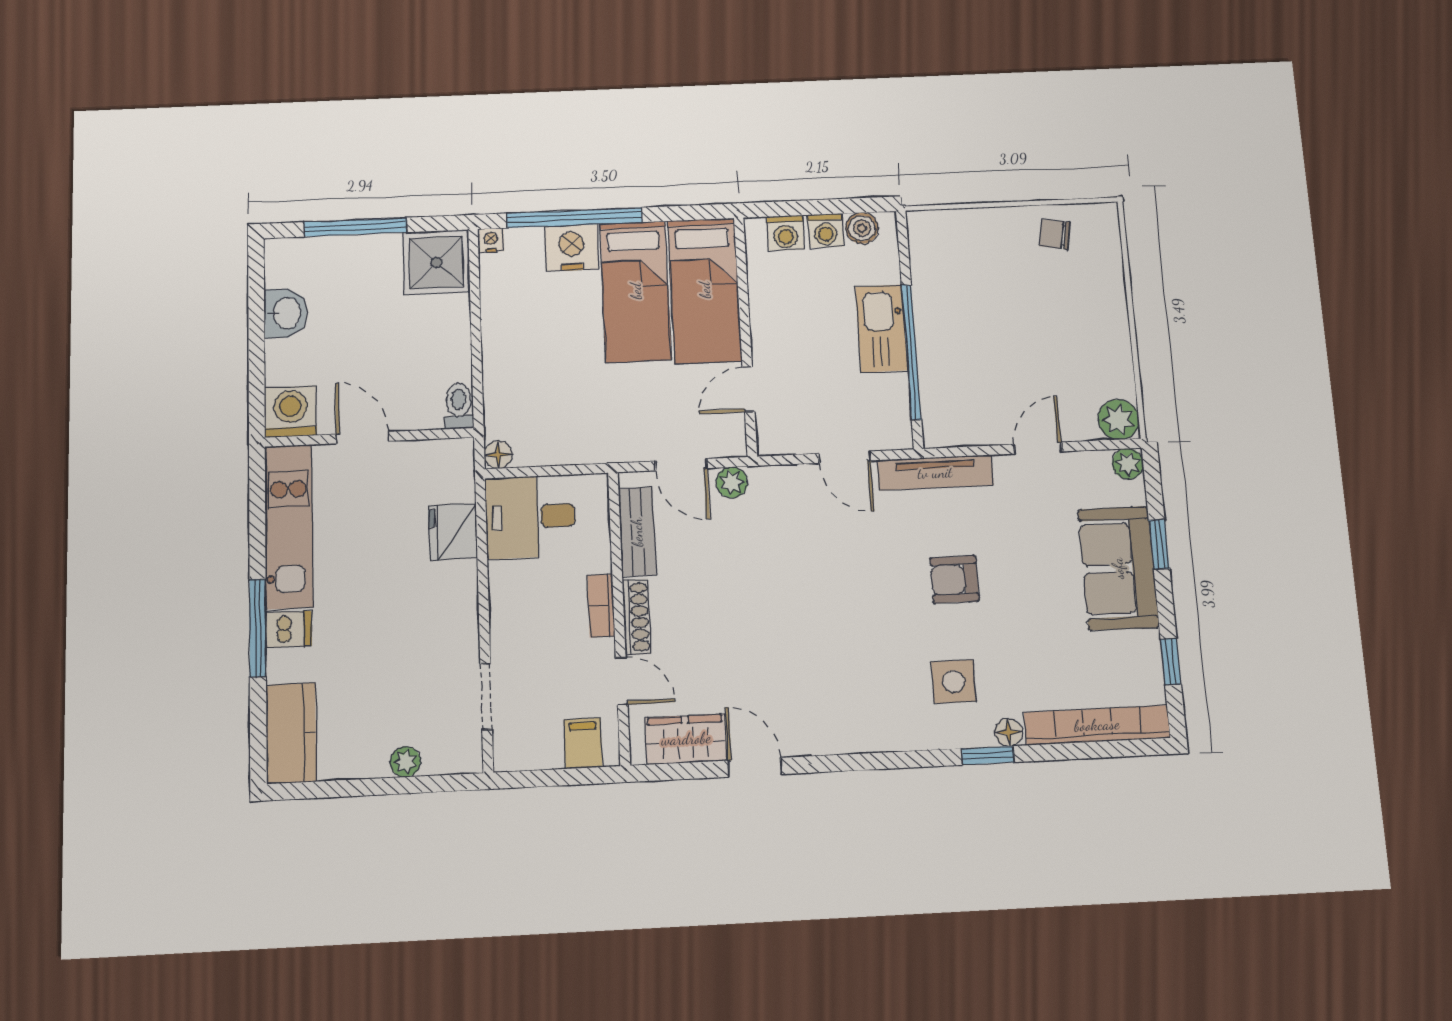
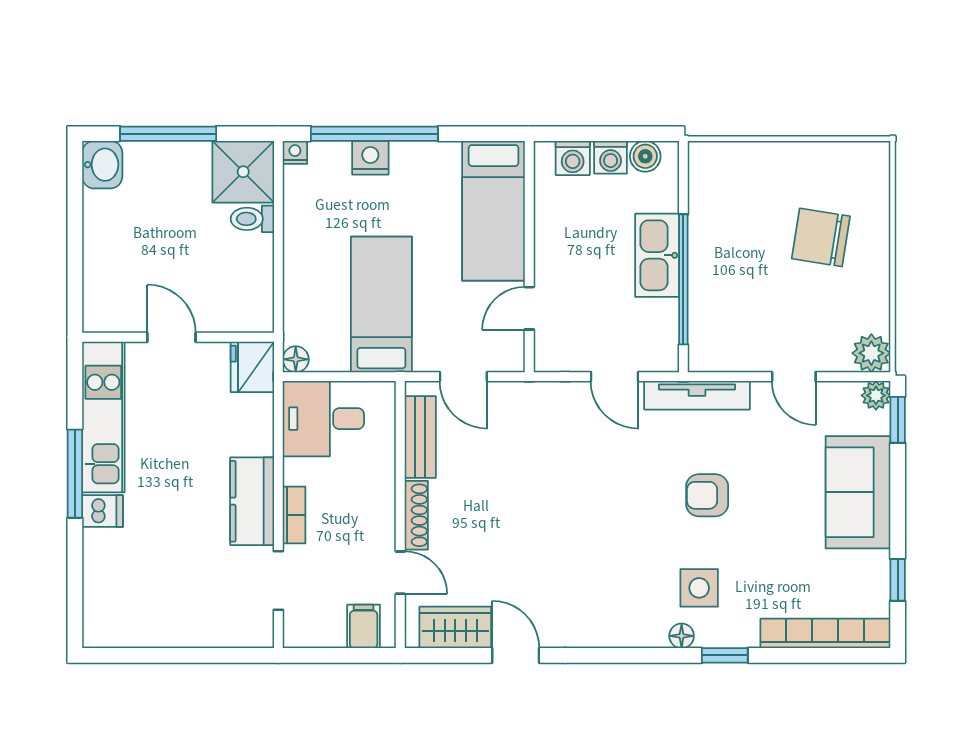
chair: (1055, 234) -> (821, 237), moved, width x1.87, depth x1.87
nightstand: (571, 248) -> (370, 158), width x0.74, depth x0.75
bed: (636, 291) -> (381, 304), moved, turned 180
washbasin: (286, 313) -> (102, 165), moved
toilet: (459, 406) -> (252, 219), moved, turned -90
washing machine: (290, 411) -> (106, 309), removed
door: (1038, 448) -> (794, 377), swing flipped
plant: (732, 482) -> (509, 395), removed
fridge: (453, 532) -> (252, 367), moved
window: (1159, 544) -> (898, 420), moved
bookcase: (601, 606) -> (294, 515), moved, turned 180
window: (258, 628) -> (75, 474), moved
floor lamp: (1009, 732) -> (682, 636), moved
kitchen counter: (291, 733) -> (252, 501), moved, turned 180
plant: (405, 762) -> (205, 635), removed

